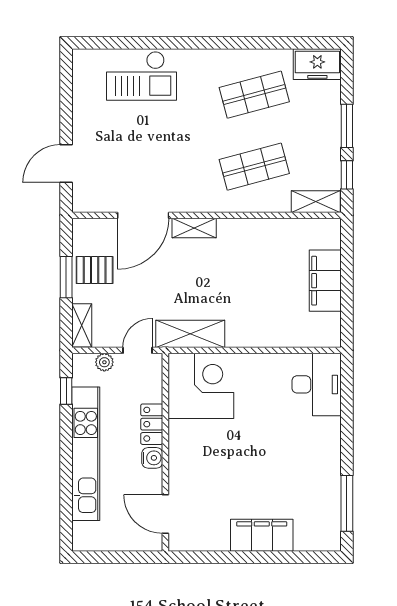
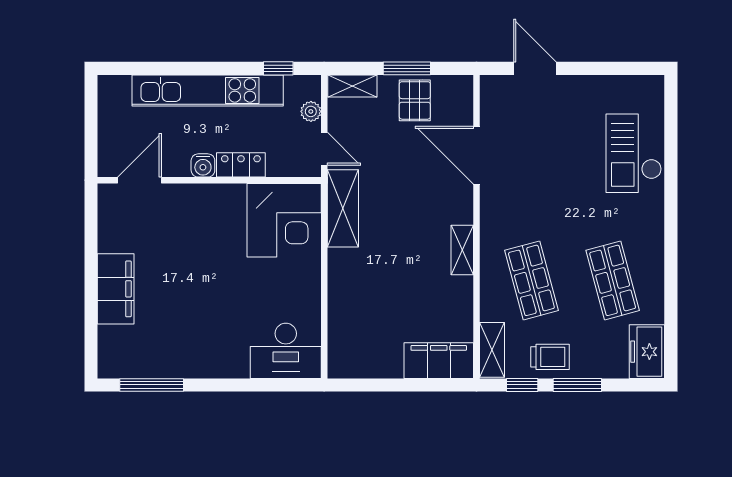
trolley: (322, 150) -> (550, 357), added
shelving: (194, 228) -> (462, 250), moved
filing cabinet: (325, 281) -> (439, 361), moved

